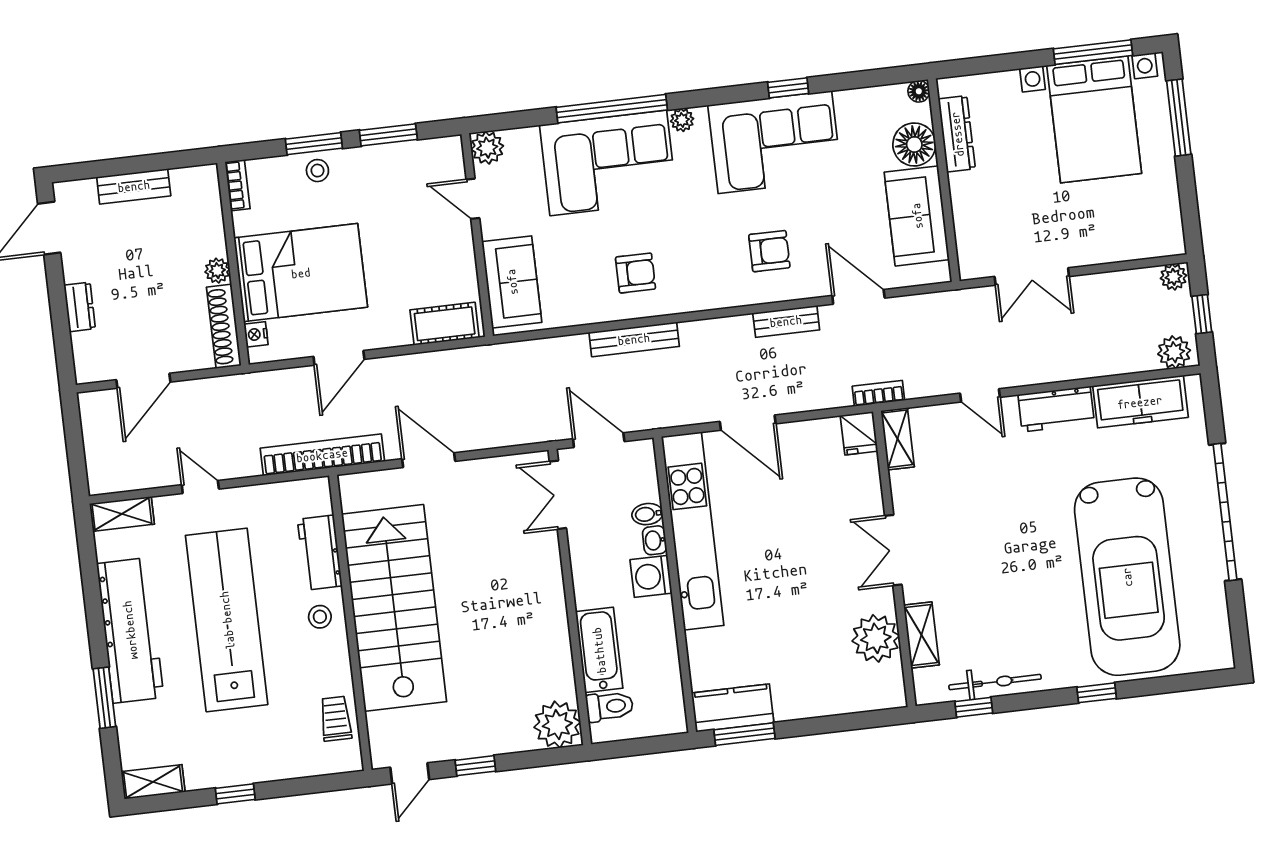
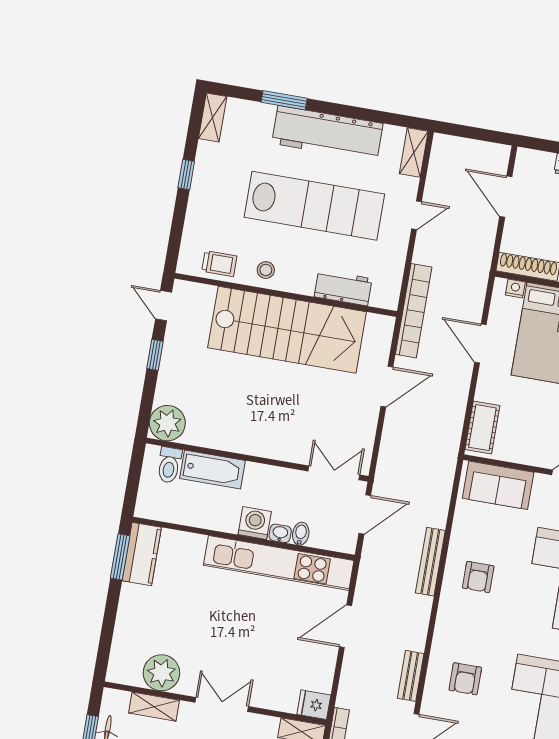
stool: (320, 617) -> (266, 270), moved

